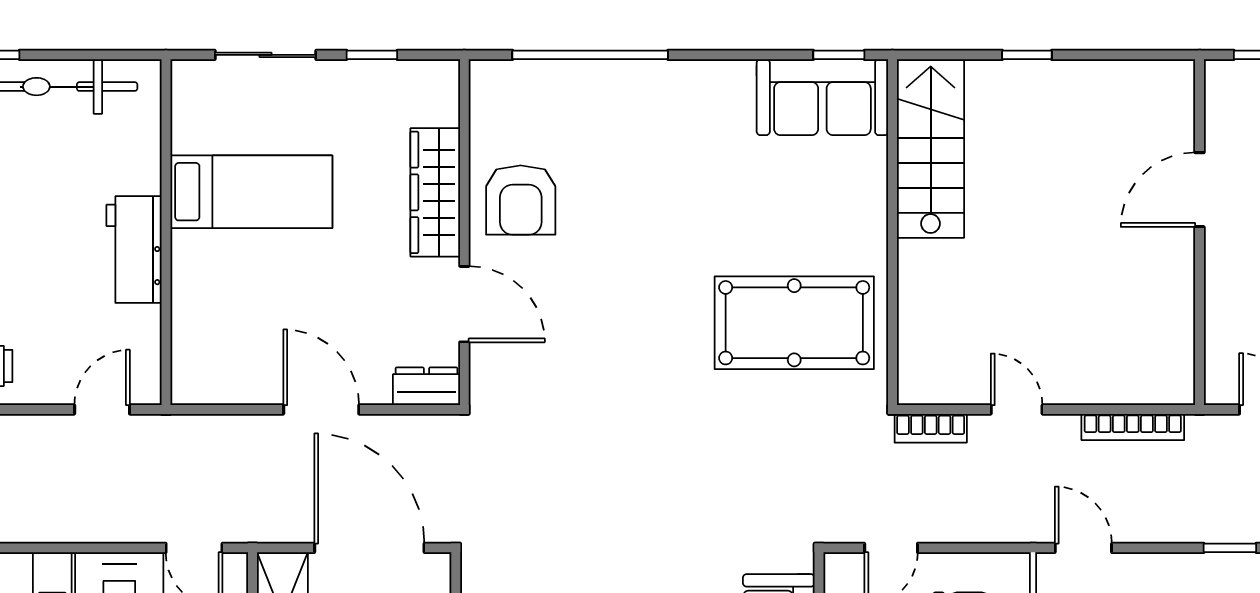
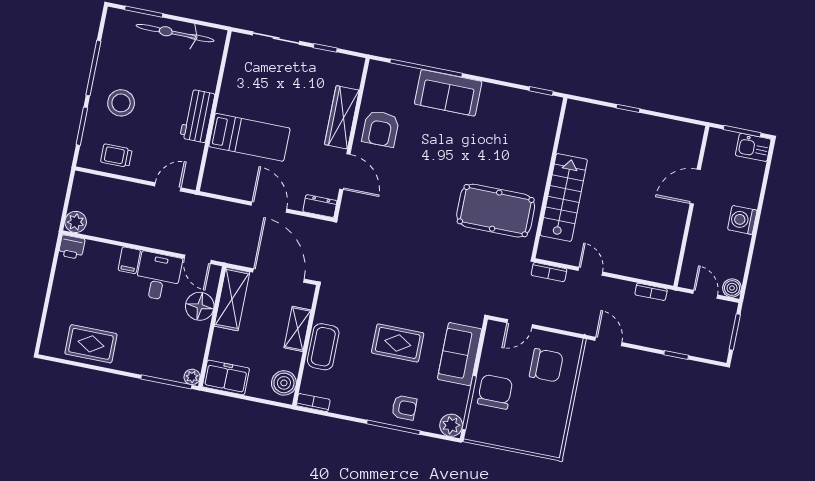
sofa: (822, 97) -> (448, 93), moved
stairs: (931, 149) -> (564, 197), moved
bed: (251, 192) -> (249, 137), moved
bookcase: (1133, 427) -> (651, 292), width x0.64

